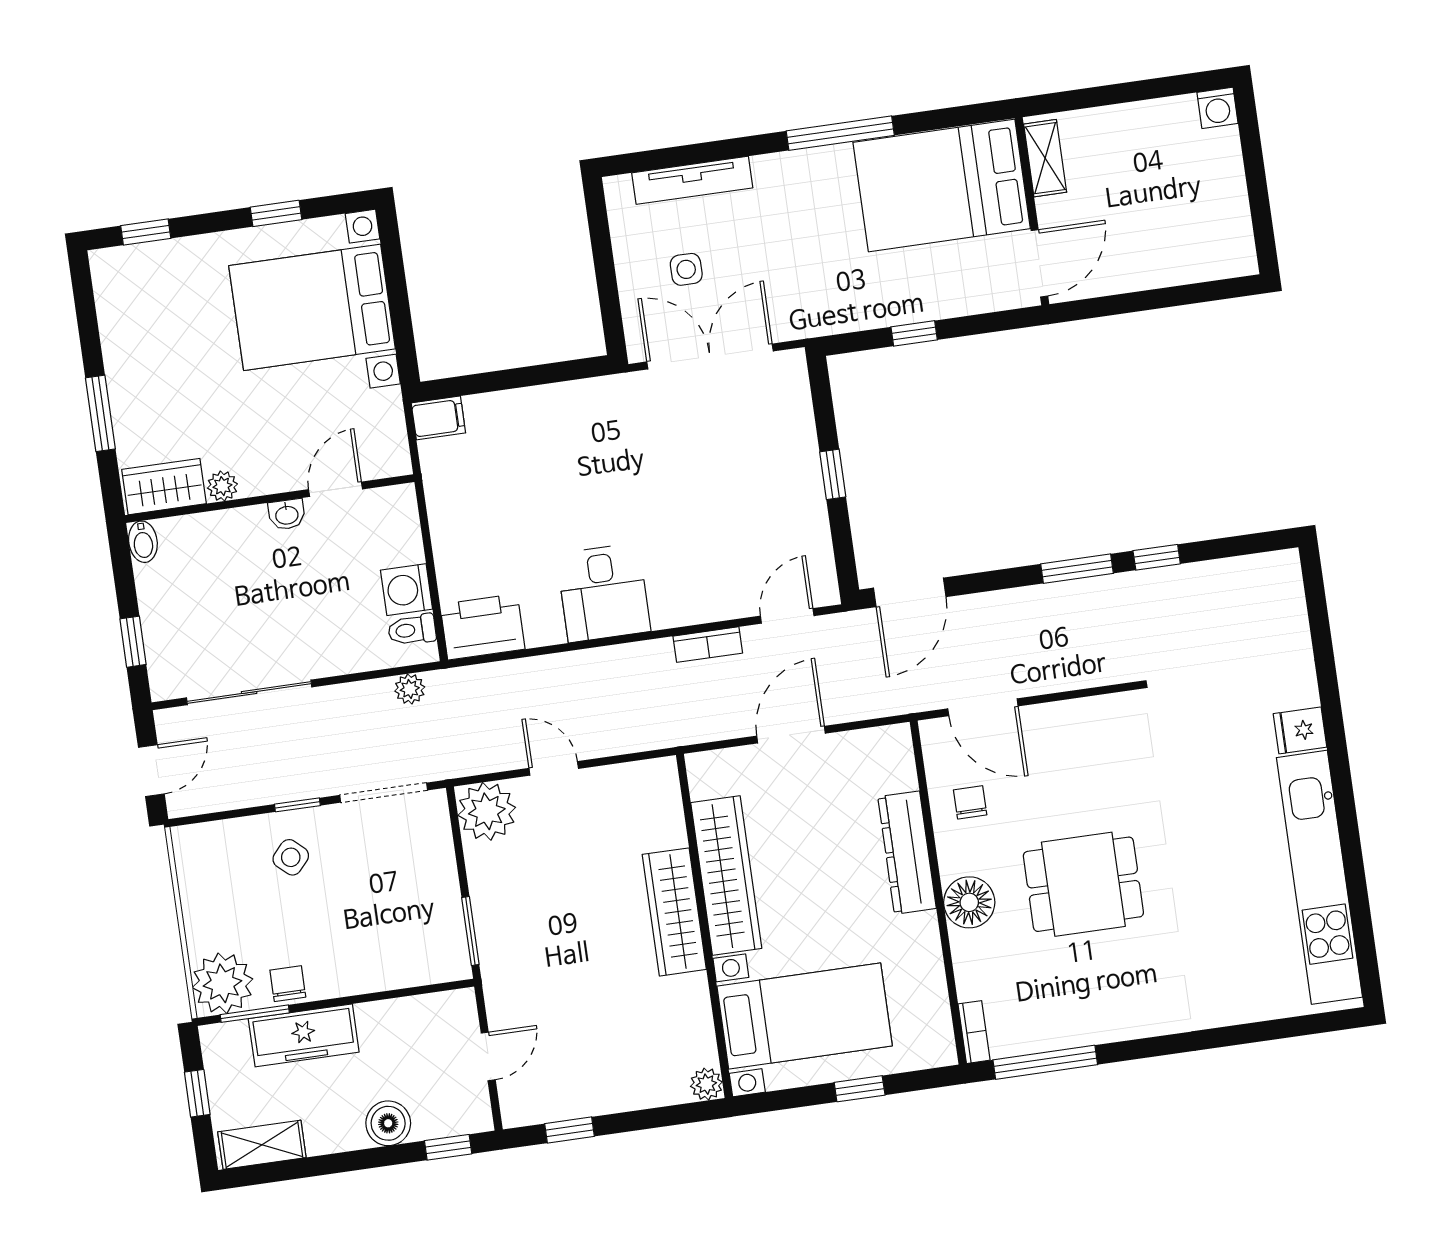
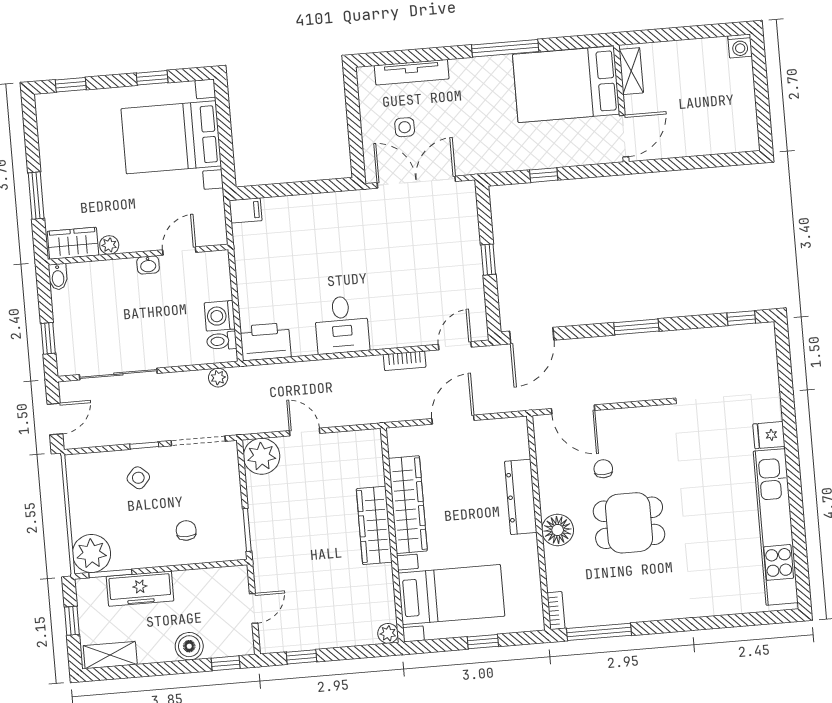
window: (1157, 557) -> (741, 318), moved
chair: (970, 802) -> (603, 469), moved
chair: (288, 984) -> (186, 530), moved

